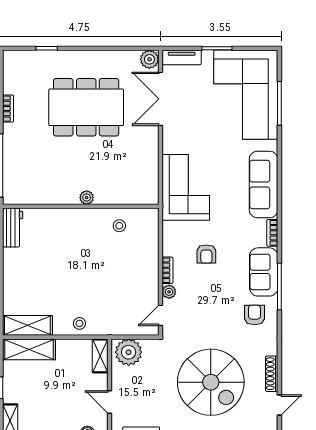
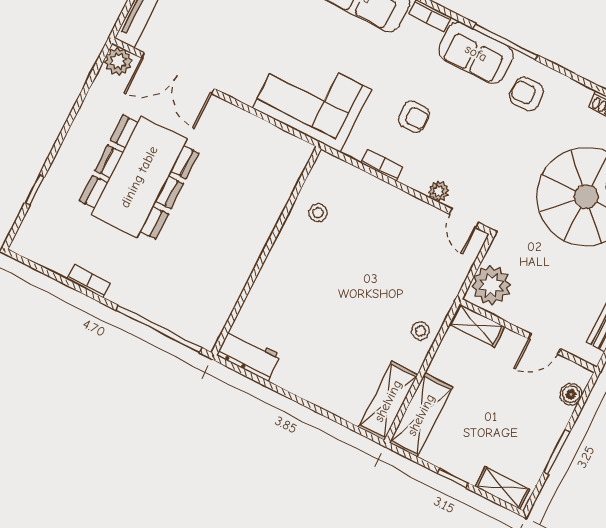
plant: (87, 198) -> (259, 237), removed
bookcase: (168, 270) -> (382, 165), moved

